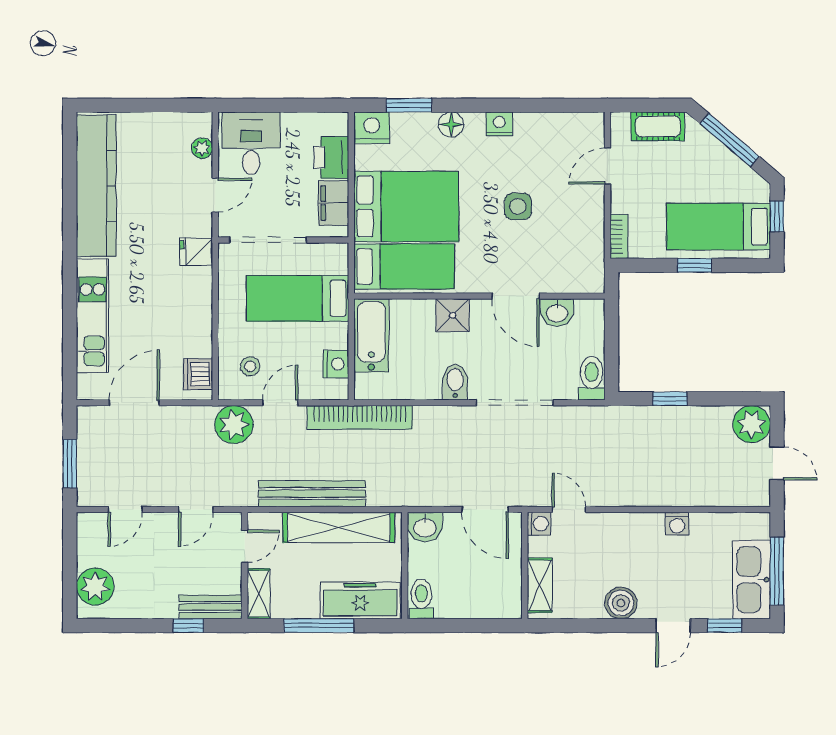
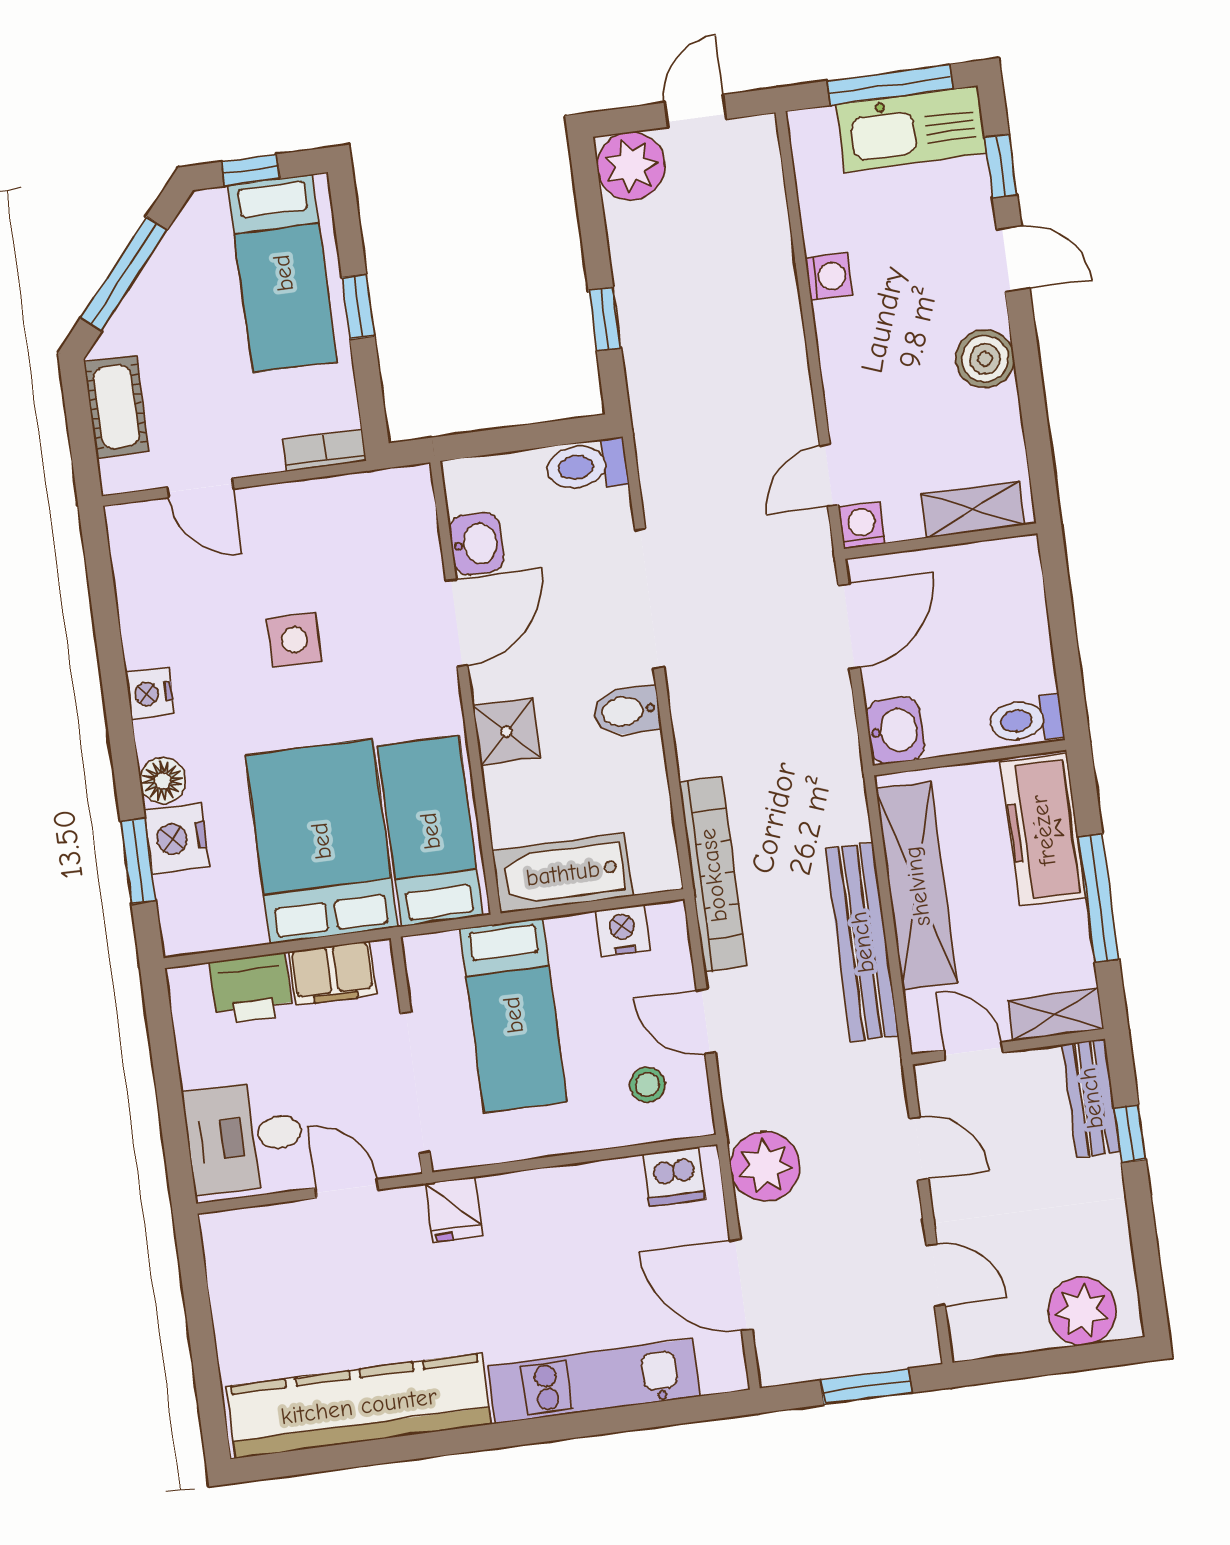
nightstand: (372, 128) -> (176, 838), moved
plant: (202, 148) -> (266, 1224), removed
plant: (234, 425) -> (765, 1166), moved

